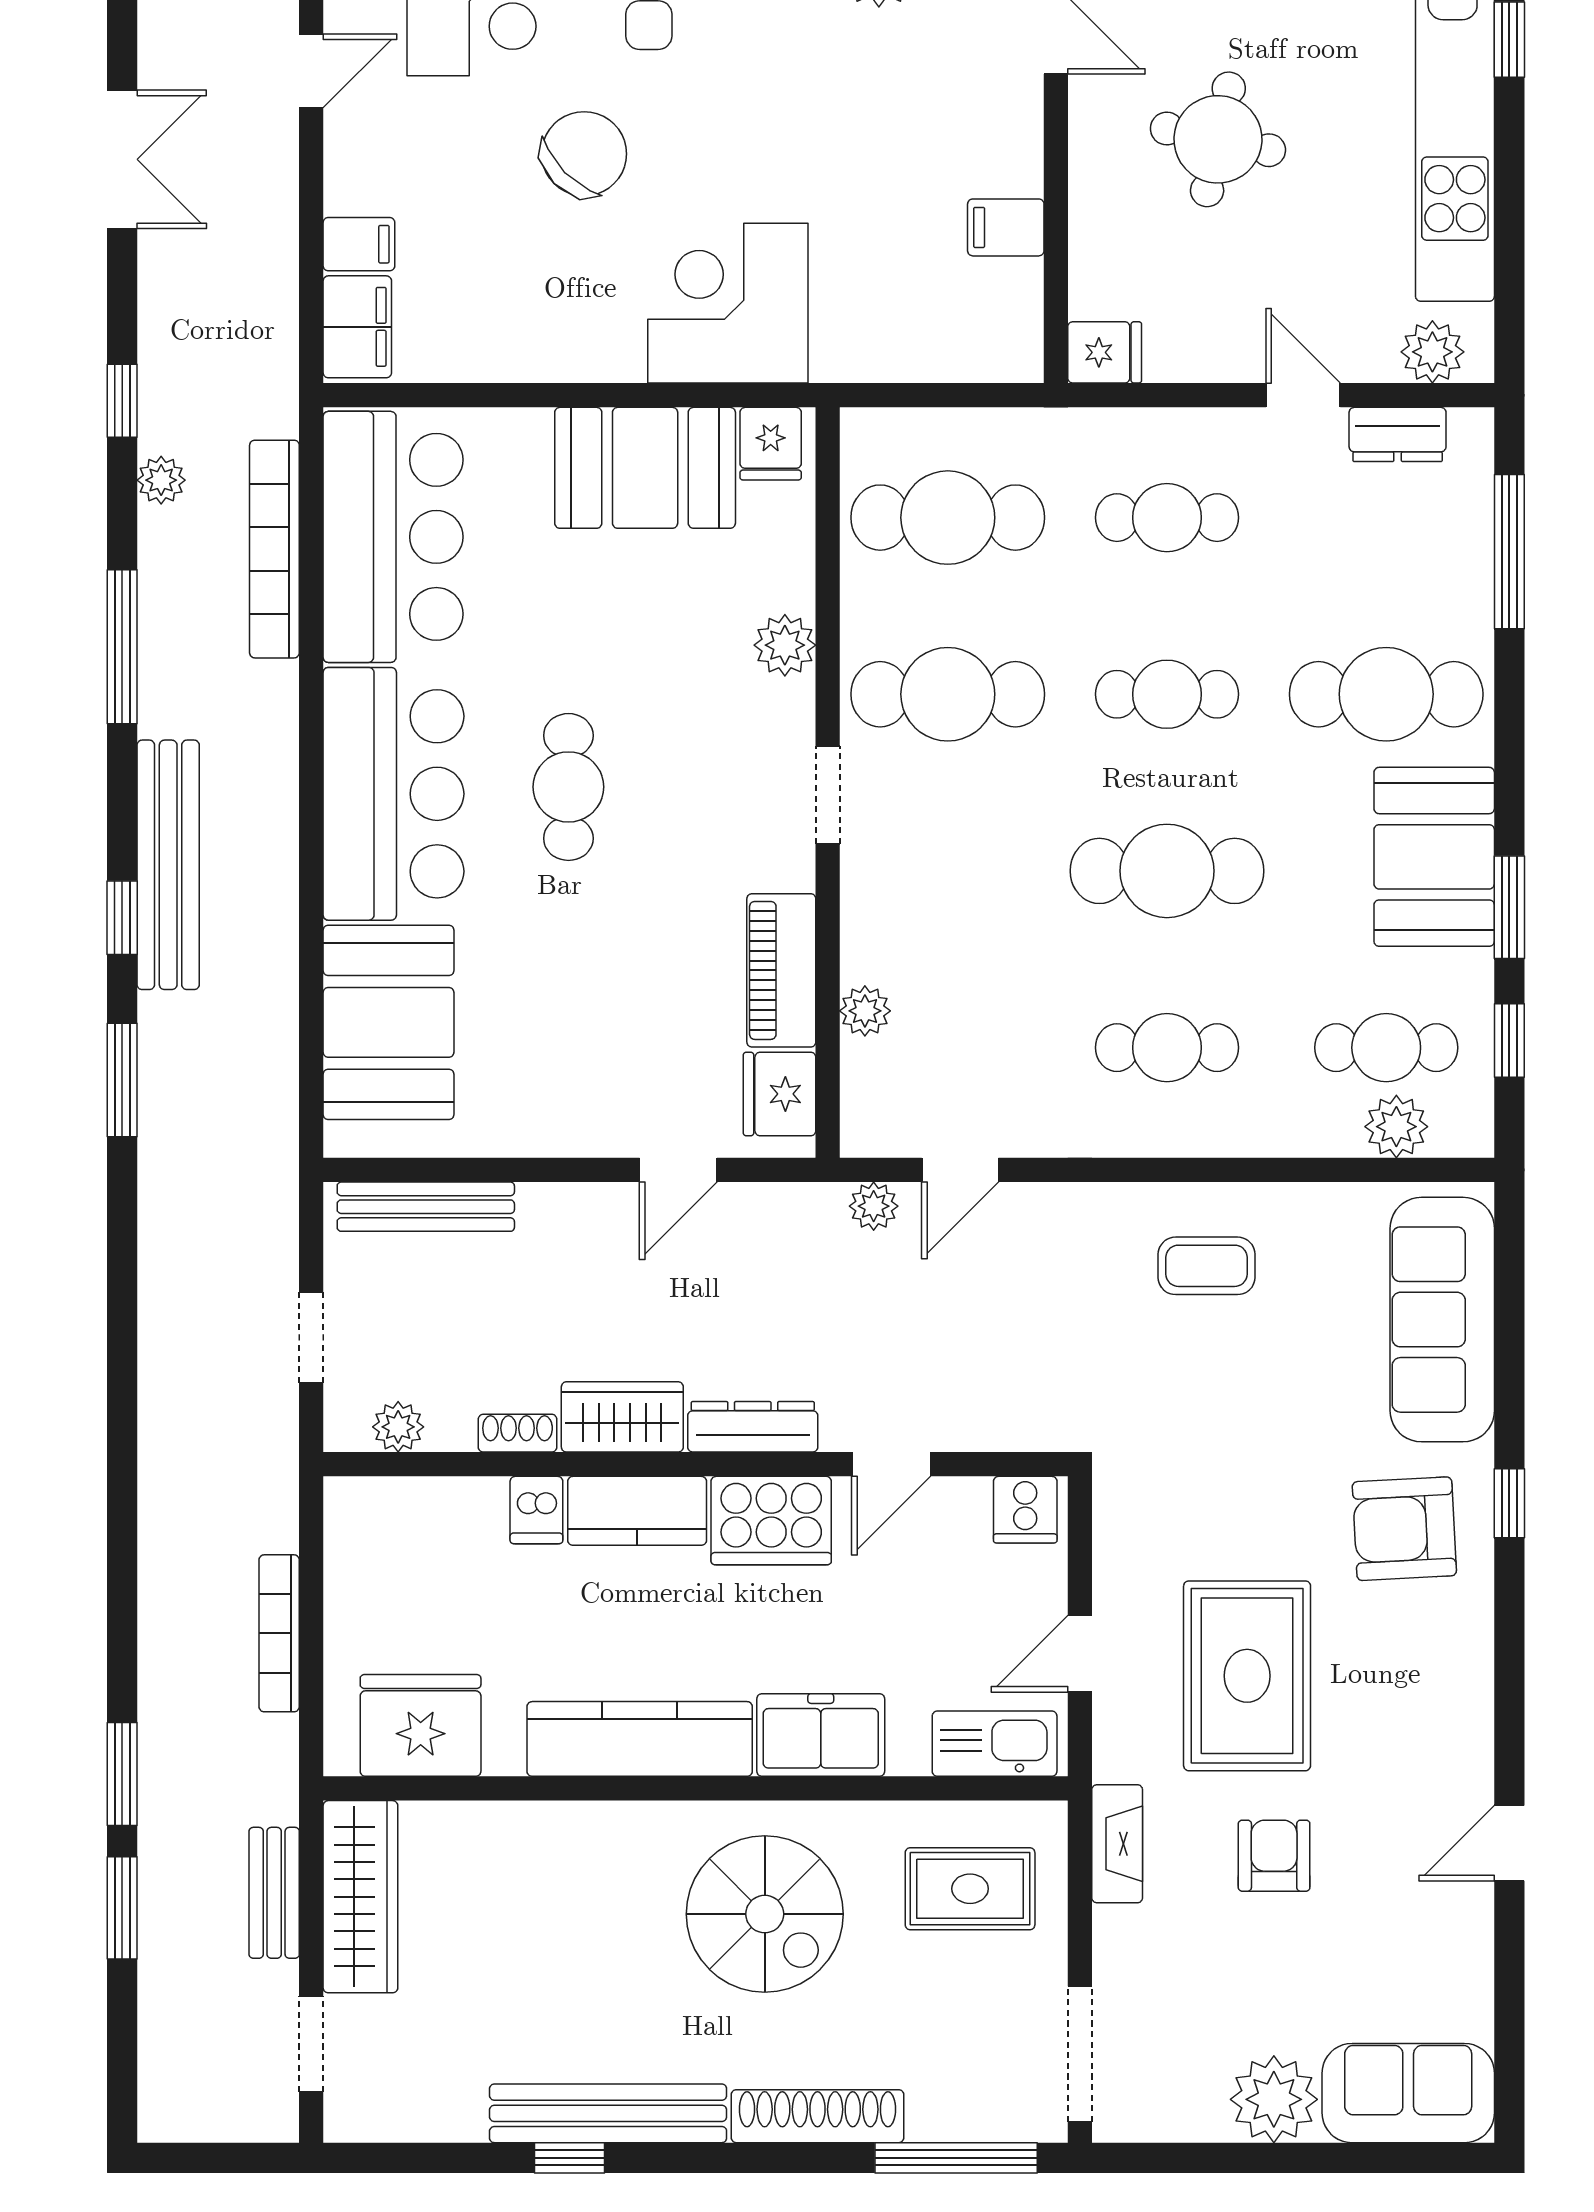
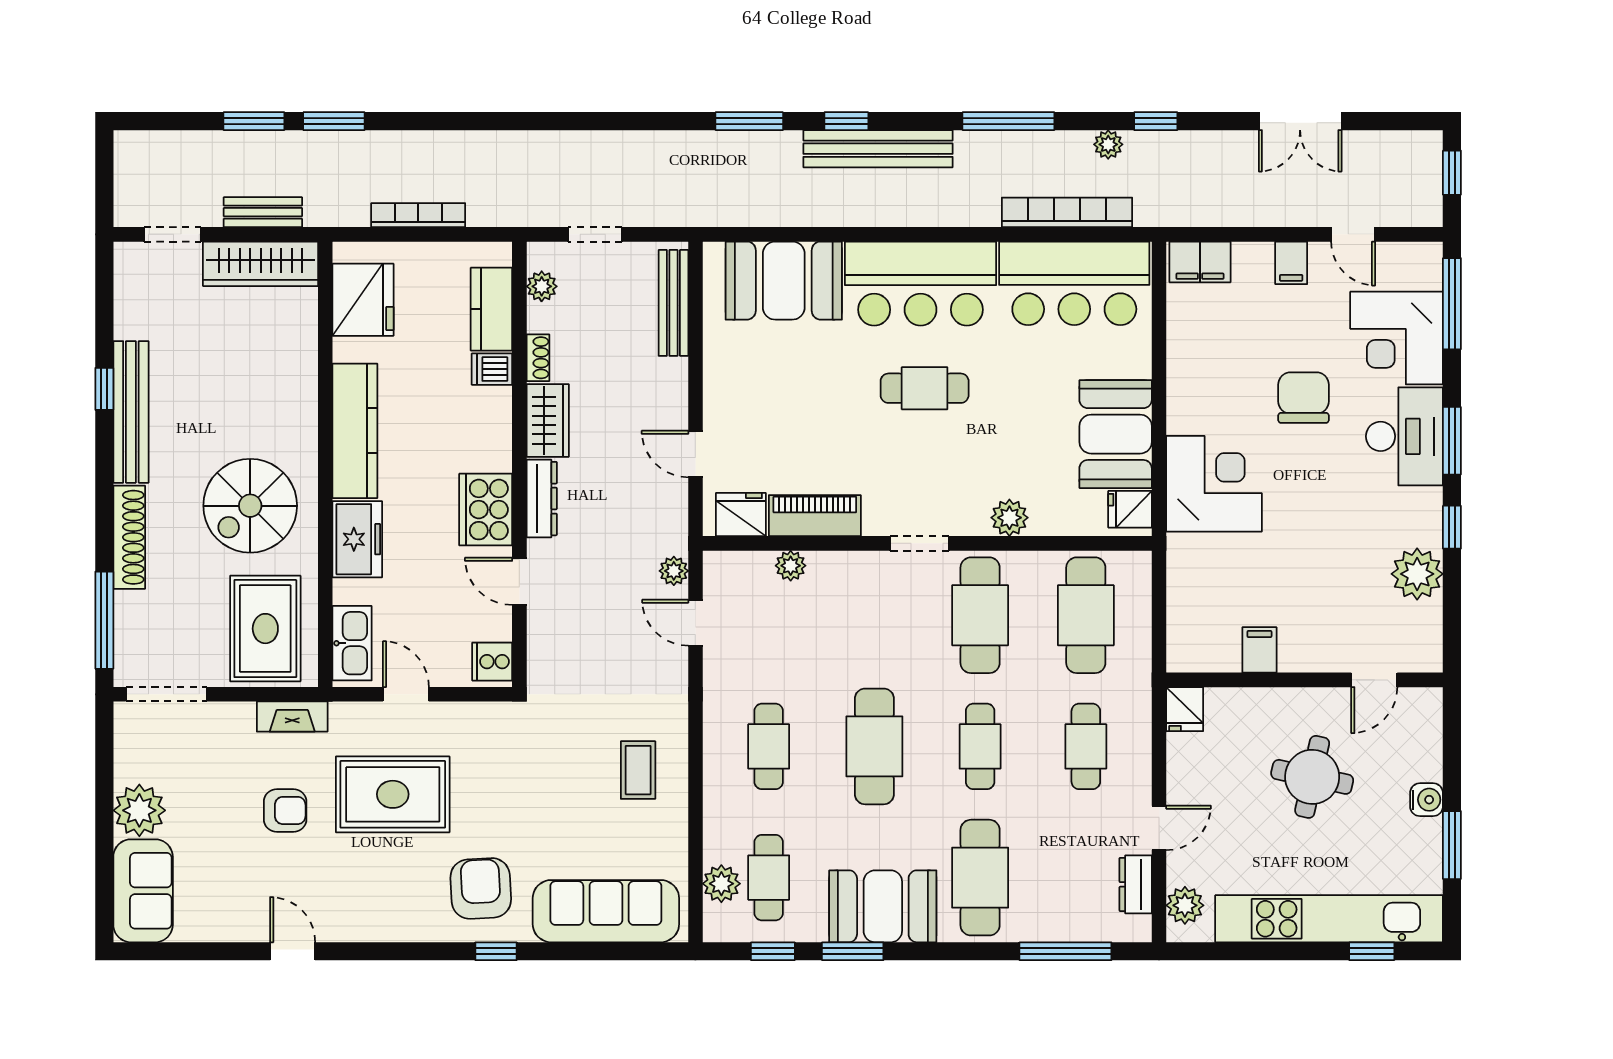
chair: (584, 154) -> (1304, 398), turned -135
filing cabinet: (359, 244) -> (1291, 263), moved
kitchen counter: (637, 1511) -> (491, 309), moved
rug: (970, 1889) -> (265, 629), width x1.36, depth x1.43

